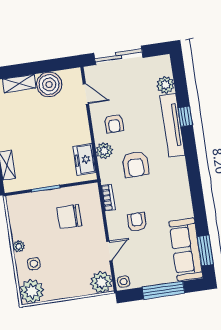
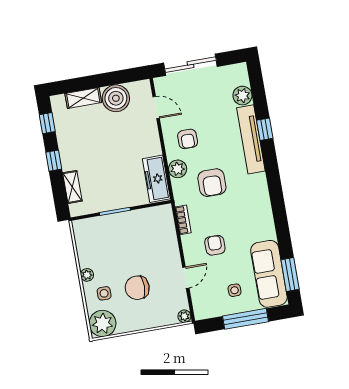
freezer: (84, 159) -> (156, 179), width x1.40
chair: (69, 217) -> (137, 288), moved
plant: (101, 282) -> (184, 316), width x0.53, depth x0.53
side table: (124, 282) -> (235, 290), moved

